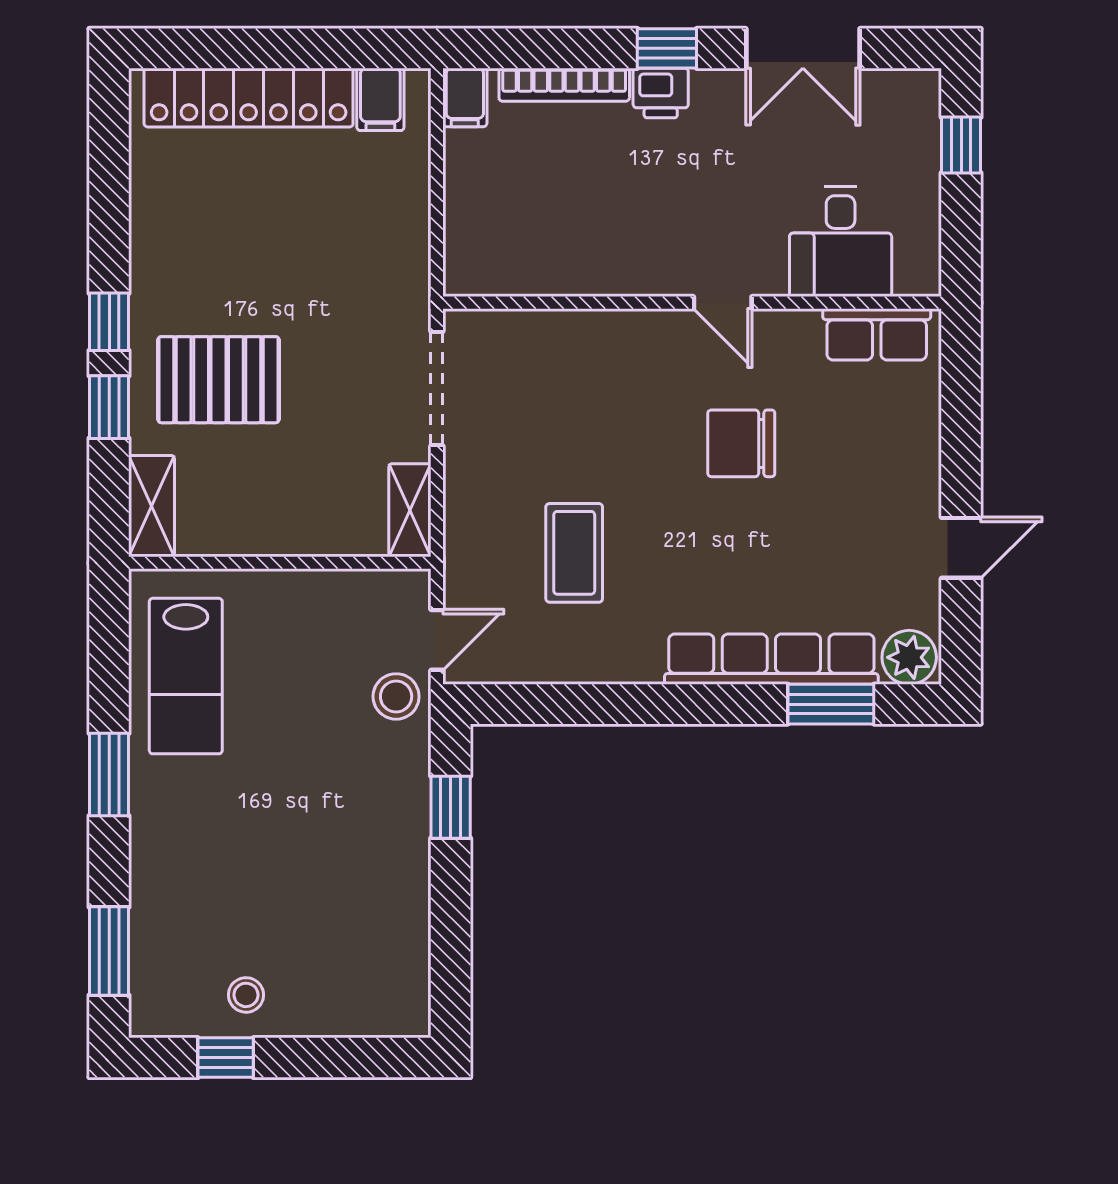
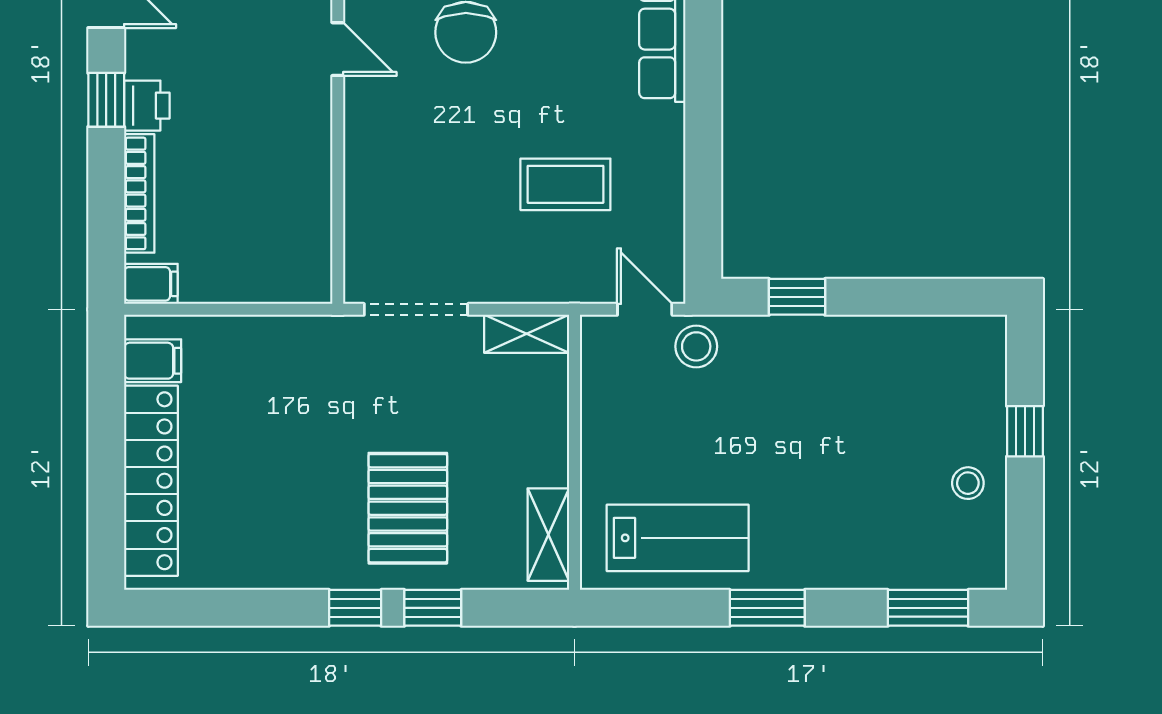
door: (723, 303) -> (338, 49), hinge flipped
shelving: (151, 506) -> (548, 535), moved, turned 90
window: (226, 1058) -> (1025, 431), moved

